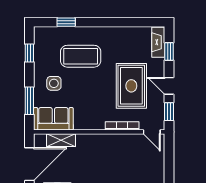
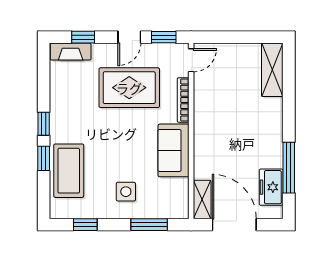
window: (66, 22) -> (44, 158), moved
window: (104, 22) -> (44, 124), added
coffee table: (81, 56) -> (69, 171), moved
sofa: (53, 119) -> (174, 150), moved
shelving: (61, 140) -> (202, 199), moved

